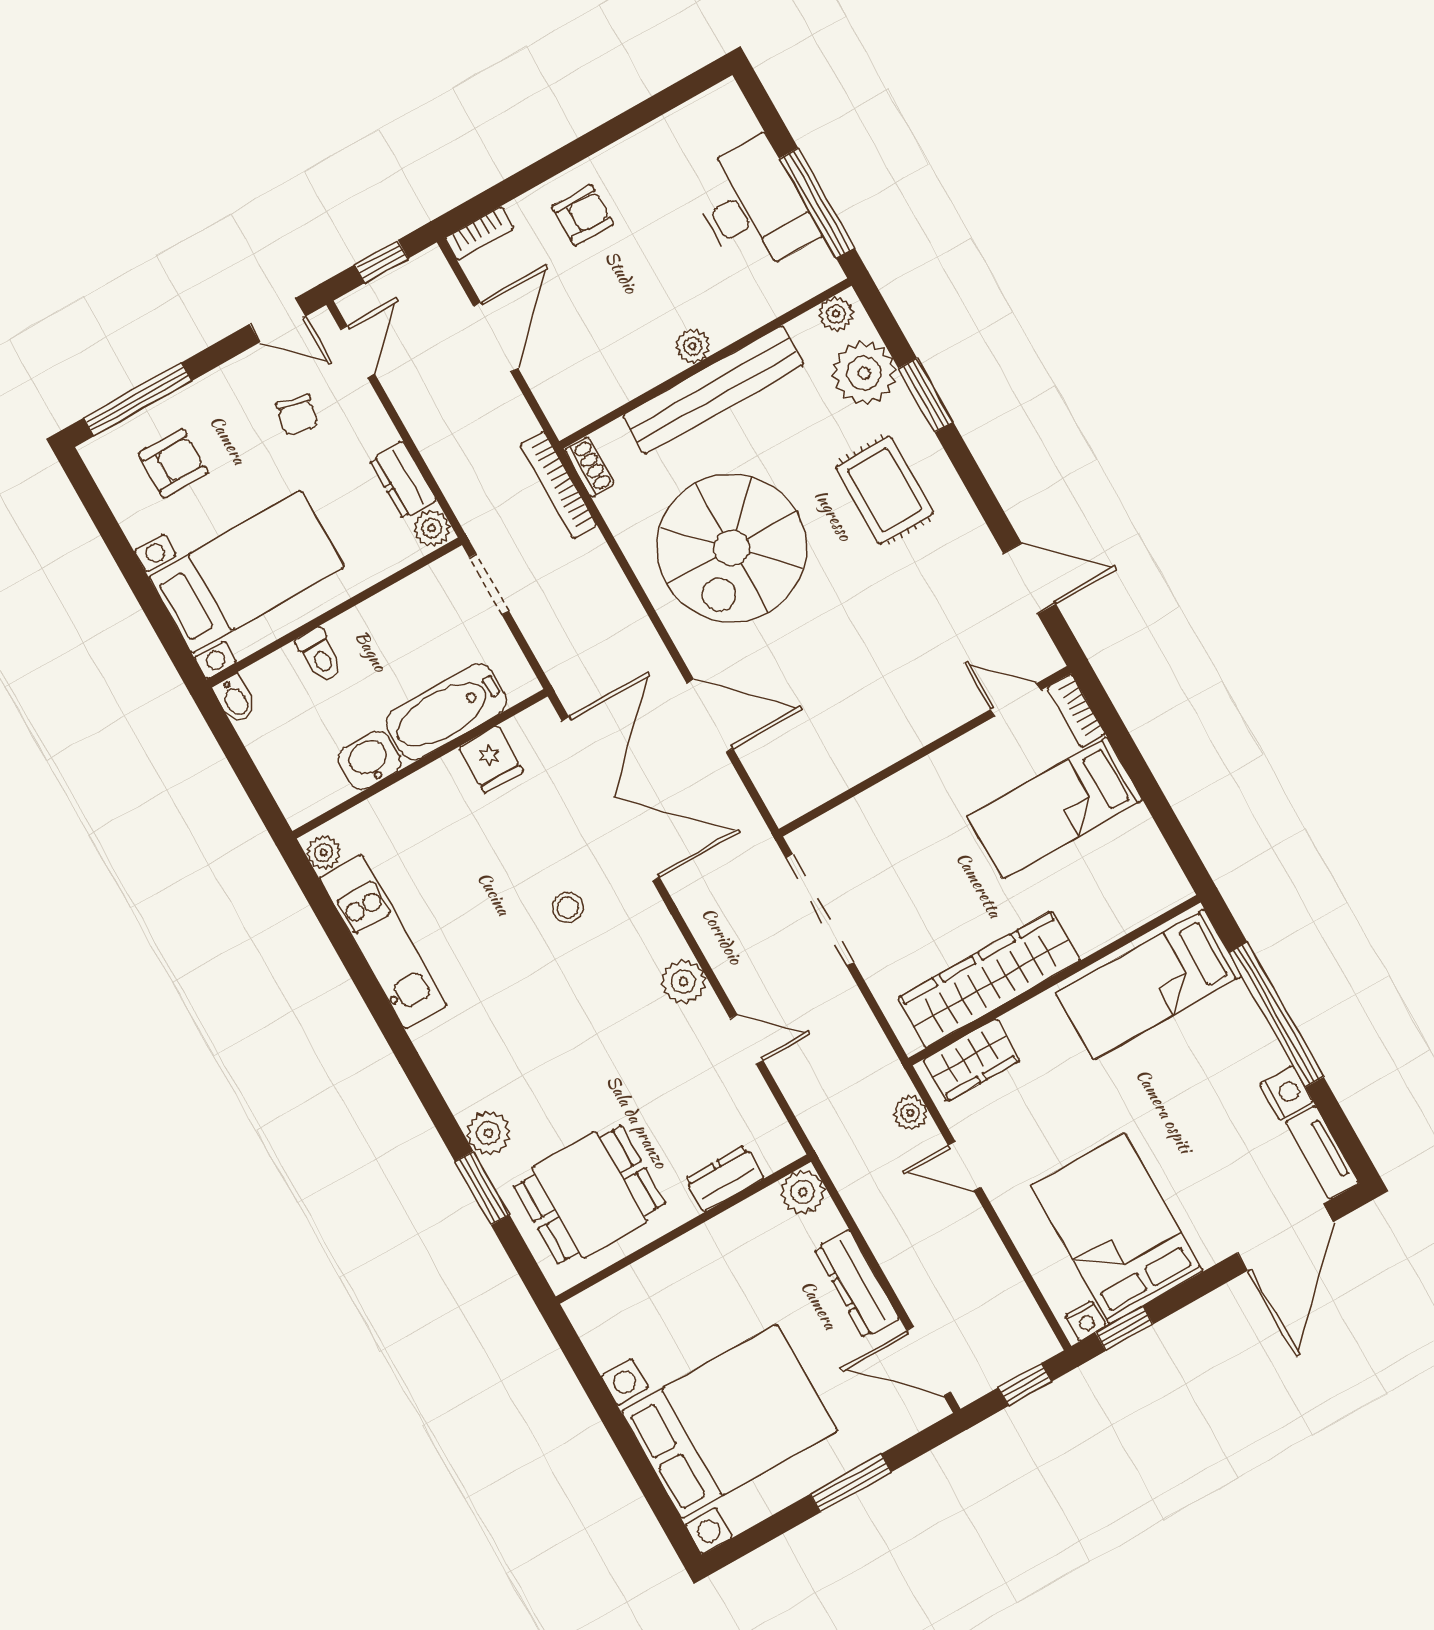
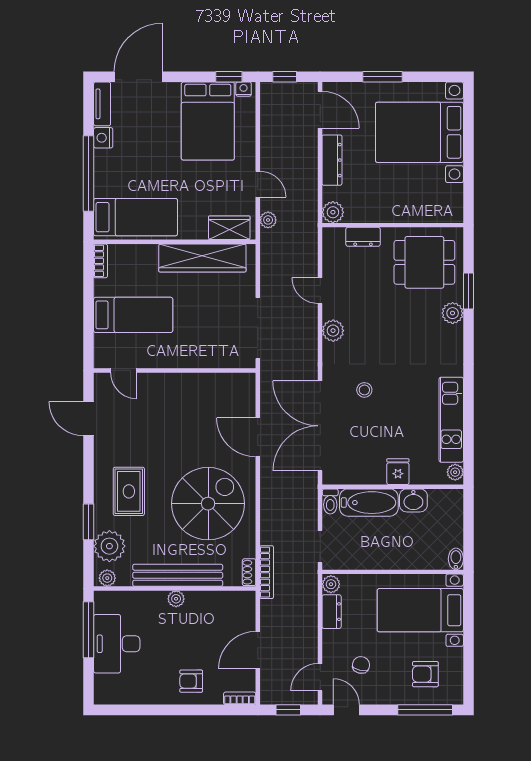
toilet: (320, 655) -> (330, 501), moved, turned 180
bookcase: (1076, 711) -> (101, 261), moved
fridge: (491, 759) -> (398, 472), moved

